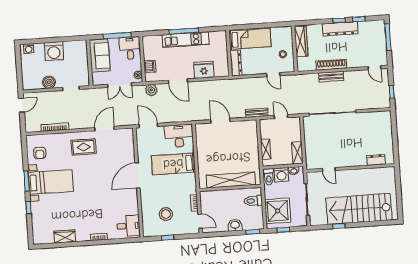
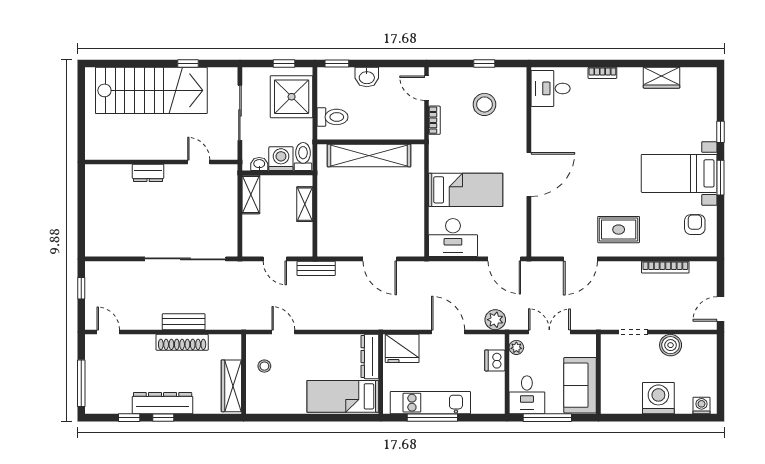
bed: (250, 39) -> (343, 396), moved
wall: (229, 53) -> (381, 374), moved
dresser: (236, 63) -> (370, 357), moved
dresser: (376, 160) -> (148, 173), moved

